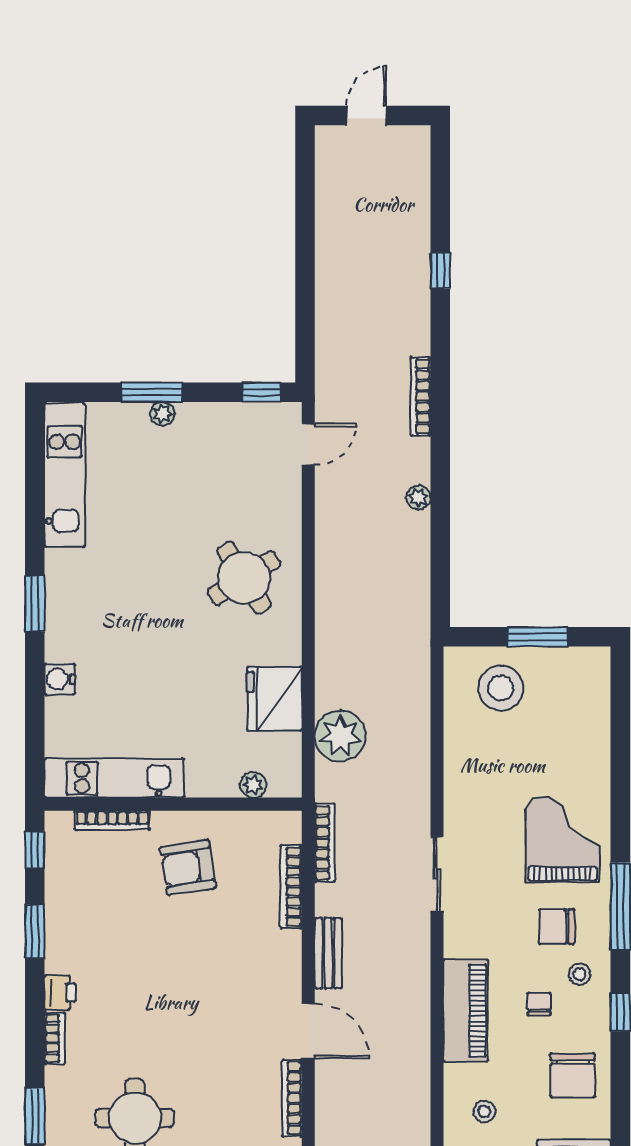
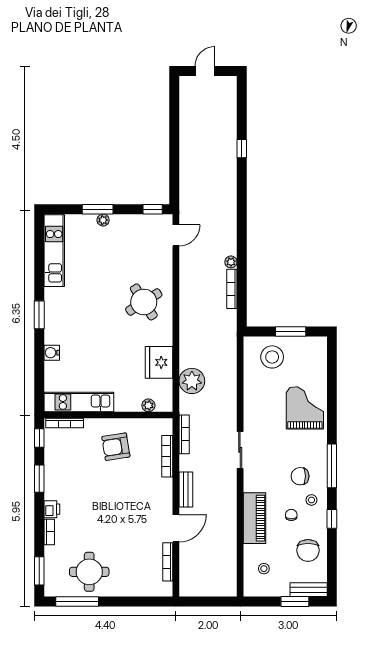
bookcase: (420, 396) -> (232, 289), moved
bookcase: (112, 820) -> (65, 423), moved
grand piano: (563, 840) -> (305, 408), moved
door: (308, 1031) -> (176, 528), hinge flipped

